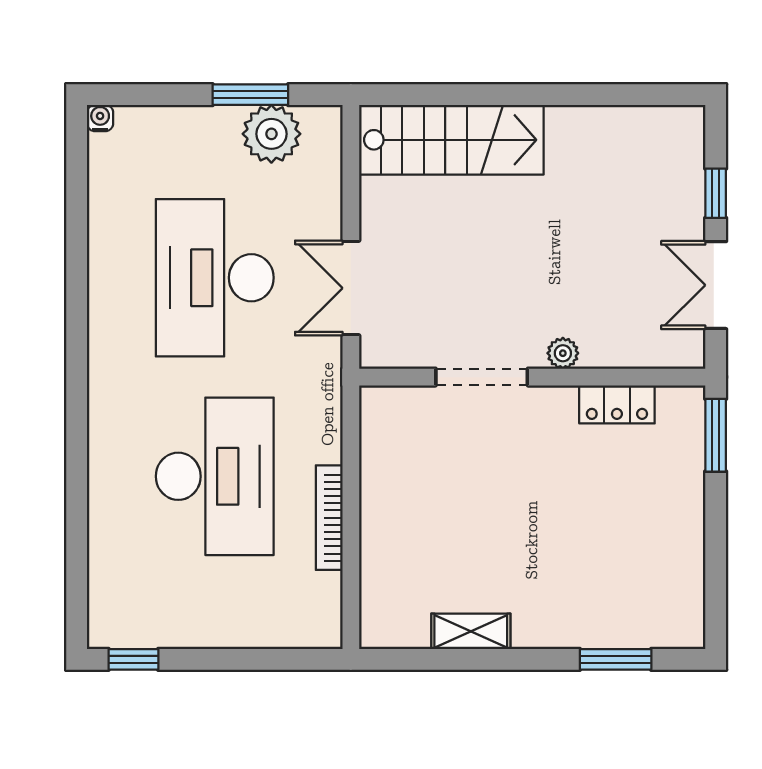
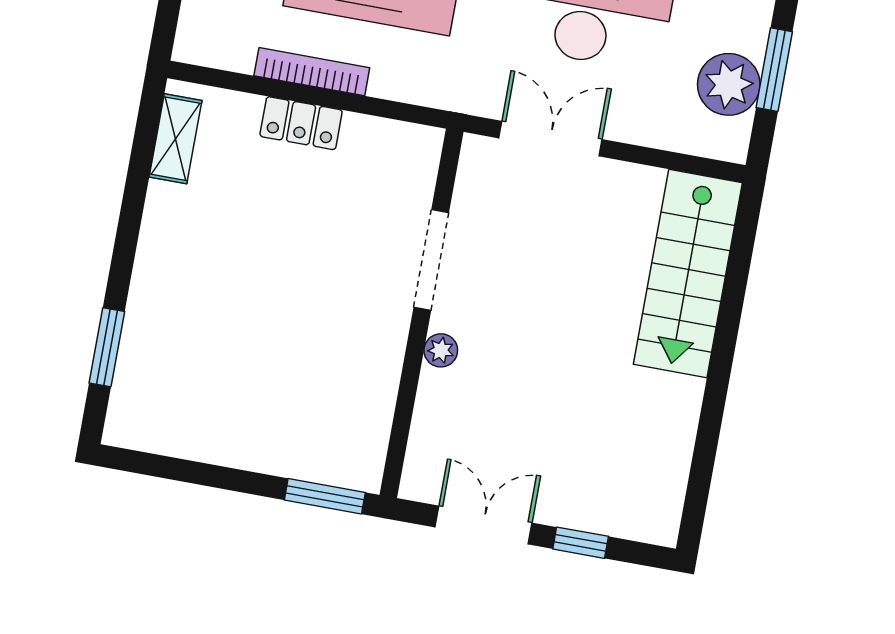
locker: (617, 404) -> (301, 123), moved, turned -90
shelving: (471, 631) -> (176, 139), moved

